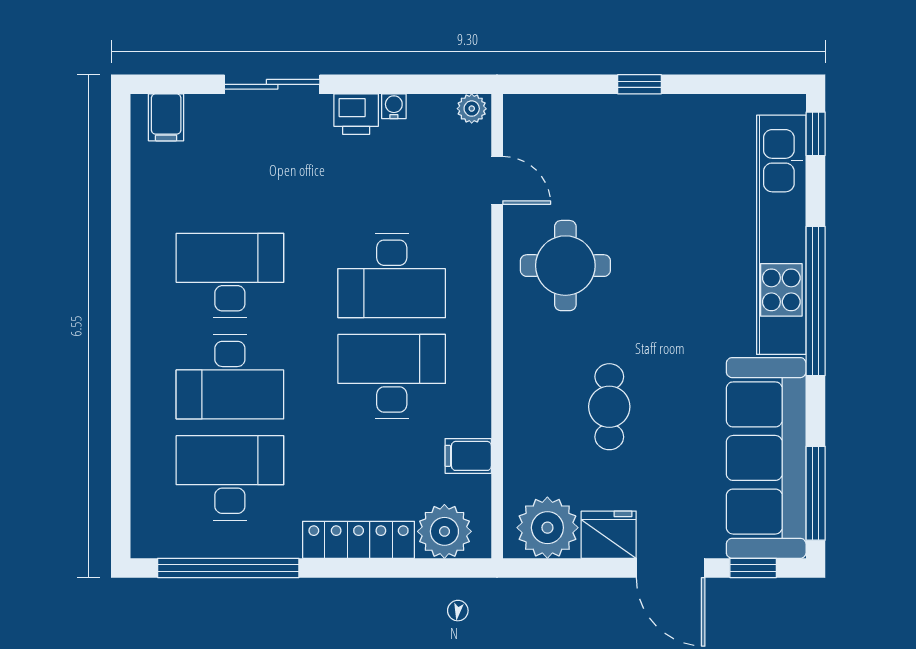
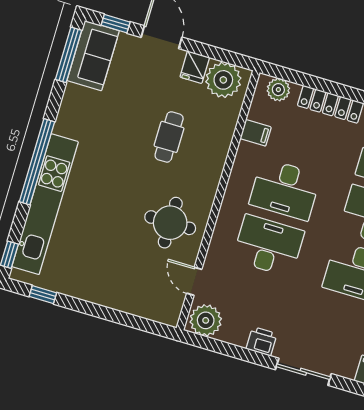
window: (639, 84) -> (43, 295), moved
water cooler: (394, 106) -> (239, 339), removed
plant: (472, 109) -> (206, 320), width x1.88, depth x1.88
sofa: (766, 458) -> (93, 56), width x0.54, depth x0.79
plant: (444, 531) -> (278, 90), width x0.73, depth x0.73
fridge: (609, 535) -> (195, 67), width x0.72

